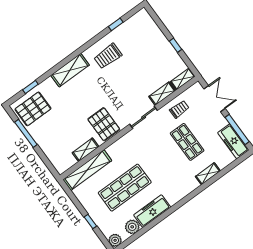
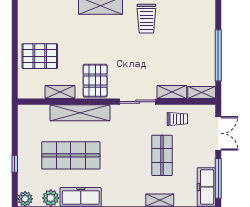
window: (175, 45) -> (218, 55), width x3.17
trolley: (108, 56) -> (146, 19), turned -90
pallet: (33, 109) -> (40, 56), moved
window: (26, 133) -> (15, 35), removed
shelving: (87, 170) -> (80, 113), moved

